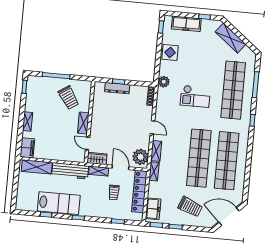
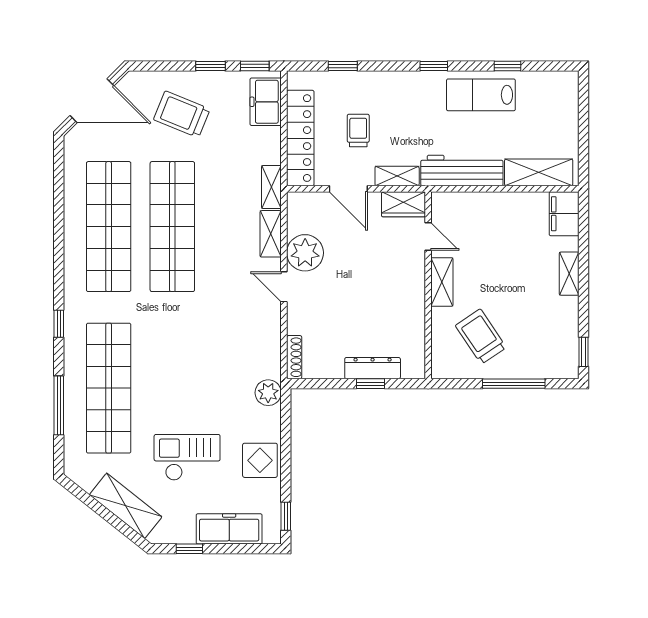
checkout: (195, 96) -> (187, 457), moved
plant: (141, 157) -> (305, 253), moved
lab bench: (59, 203) -> (481, 95), width x0.73, depth x0.72

